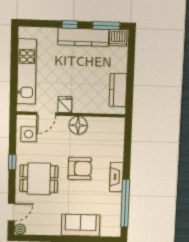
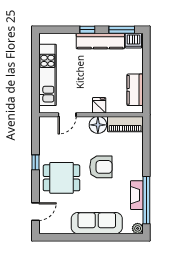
fridge: (65, 105) -> (99, 105), moved
piano: (106, 125) -> (125, 124), added
side table: (29, 134) -> (51, 135), removed
fireplace: (116, 177) -> (137, 195), moved
sofa: (81, 225) -> (97, 223), width x1.36
plant: (20, 229) -> (138, 228), moved

